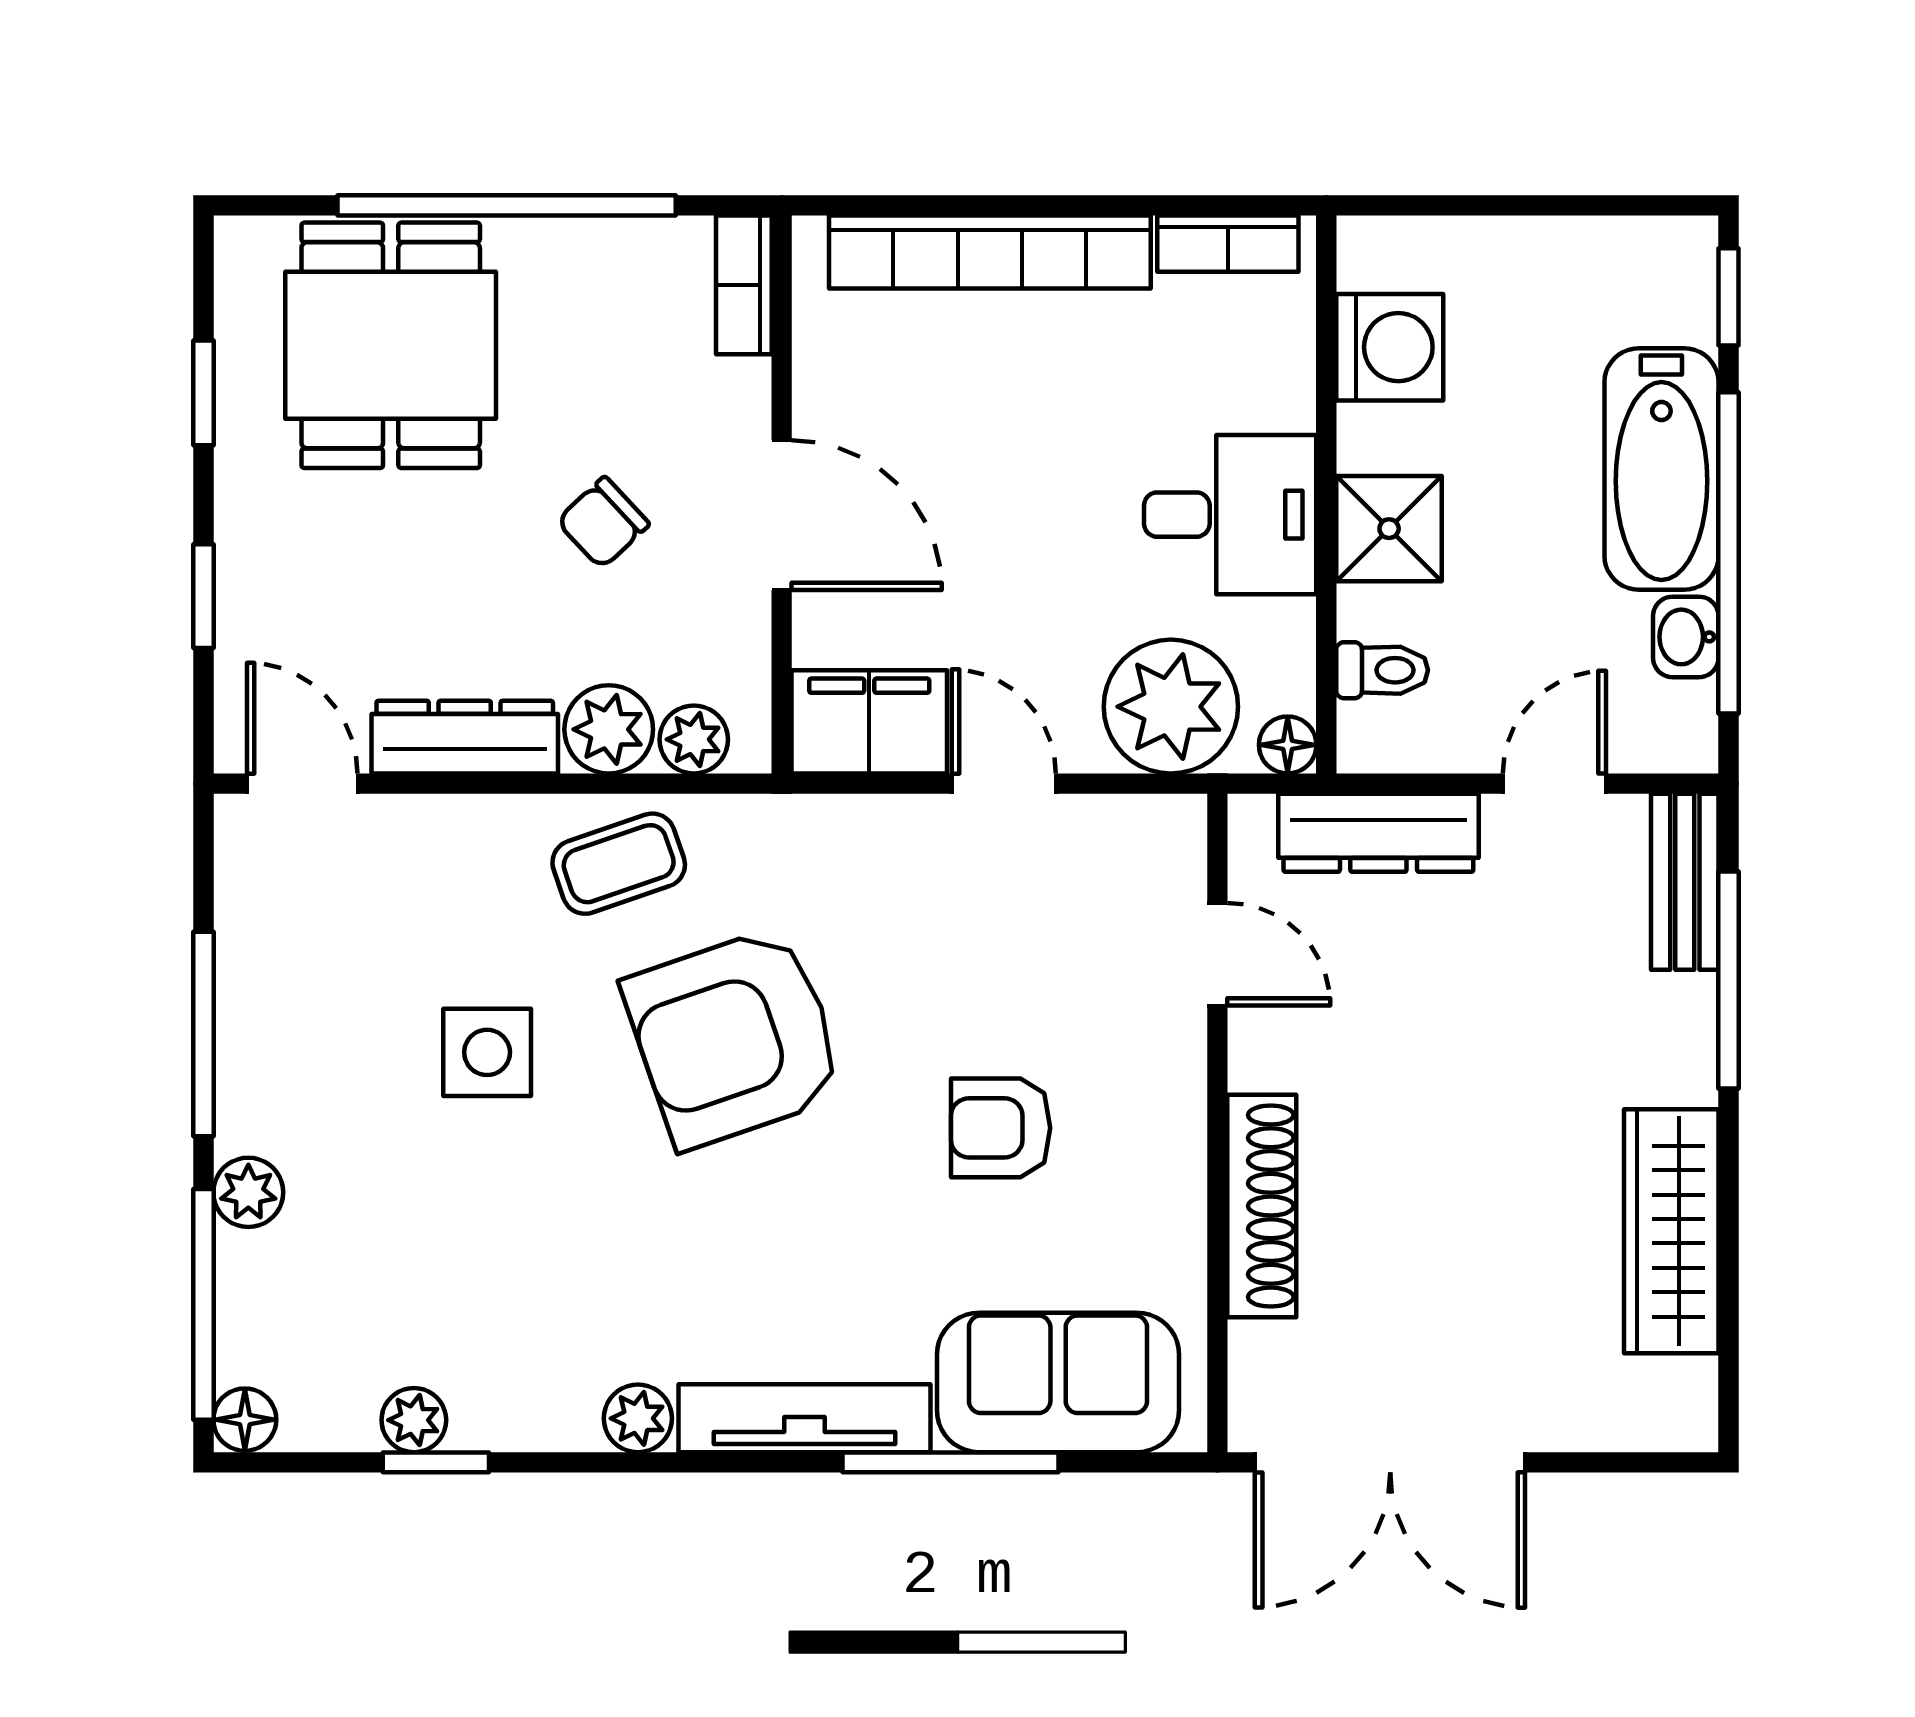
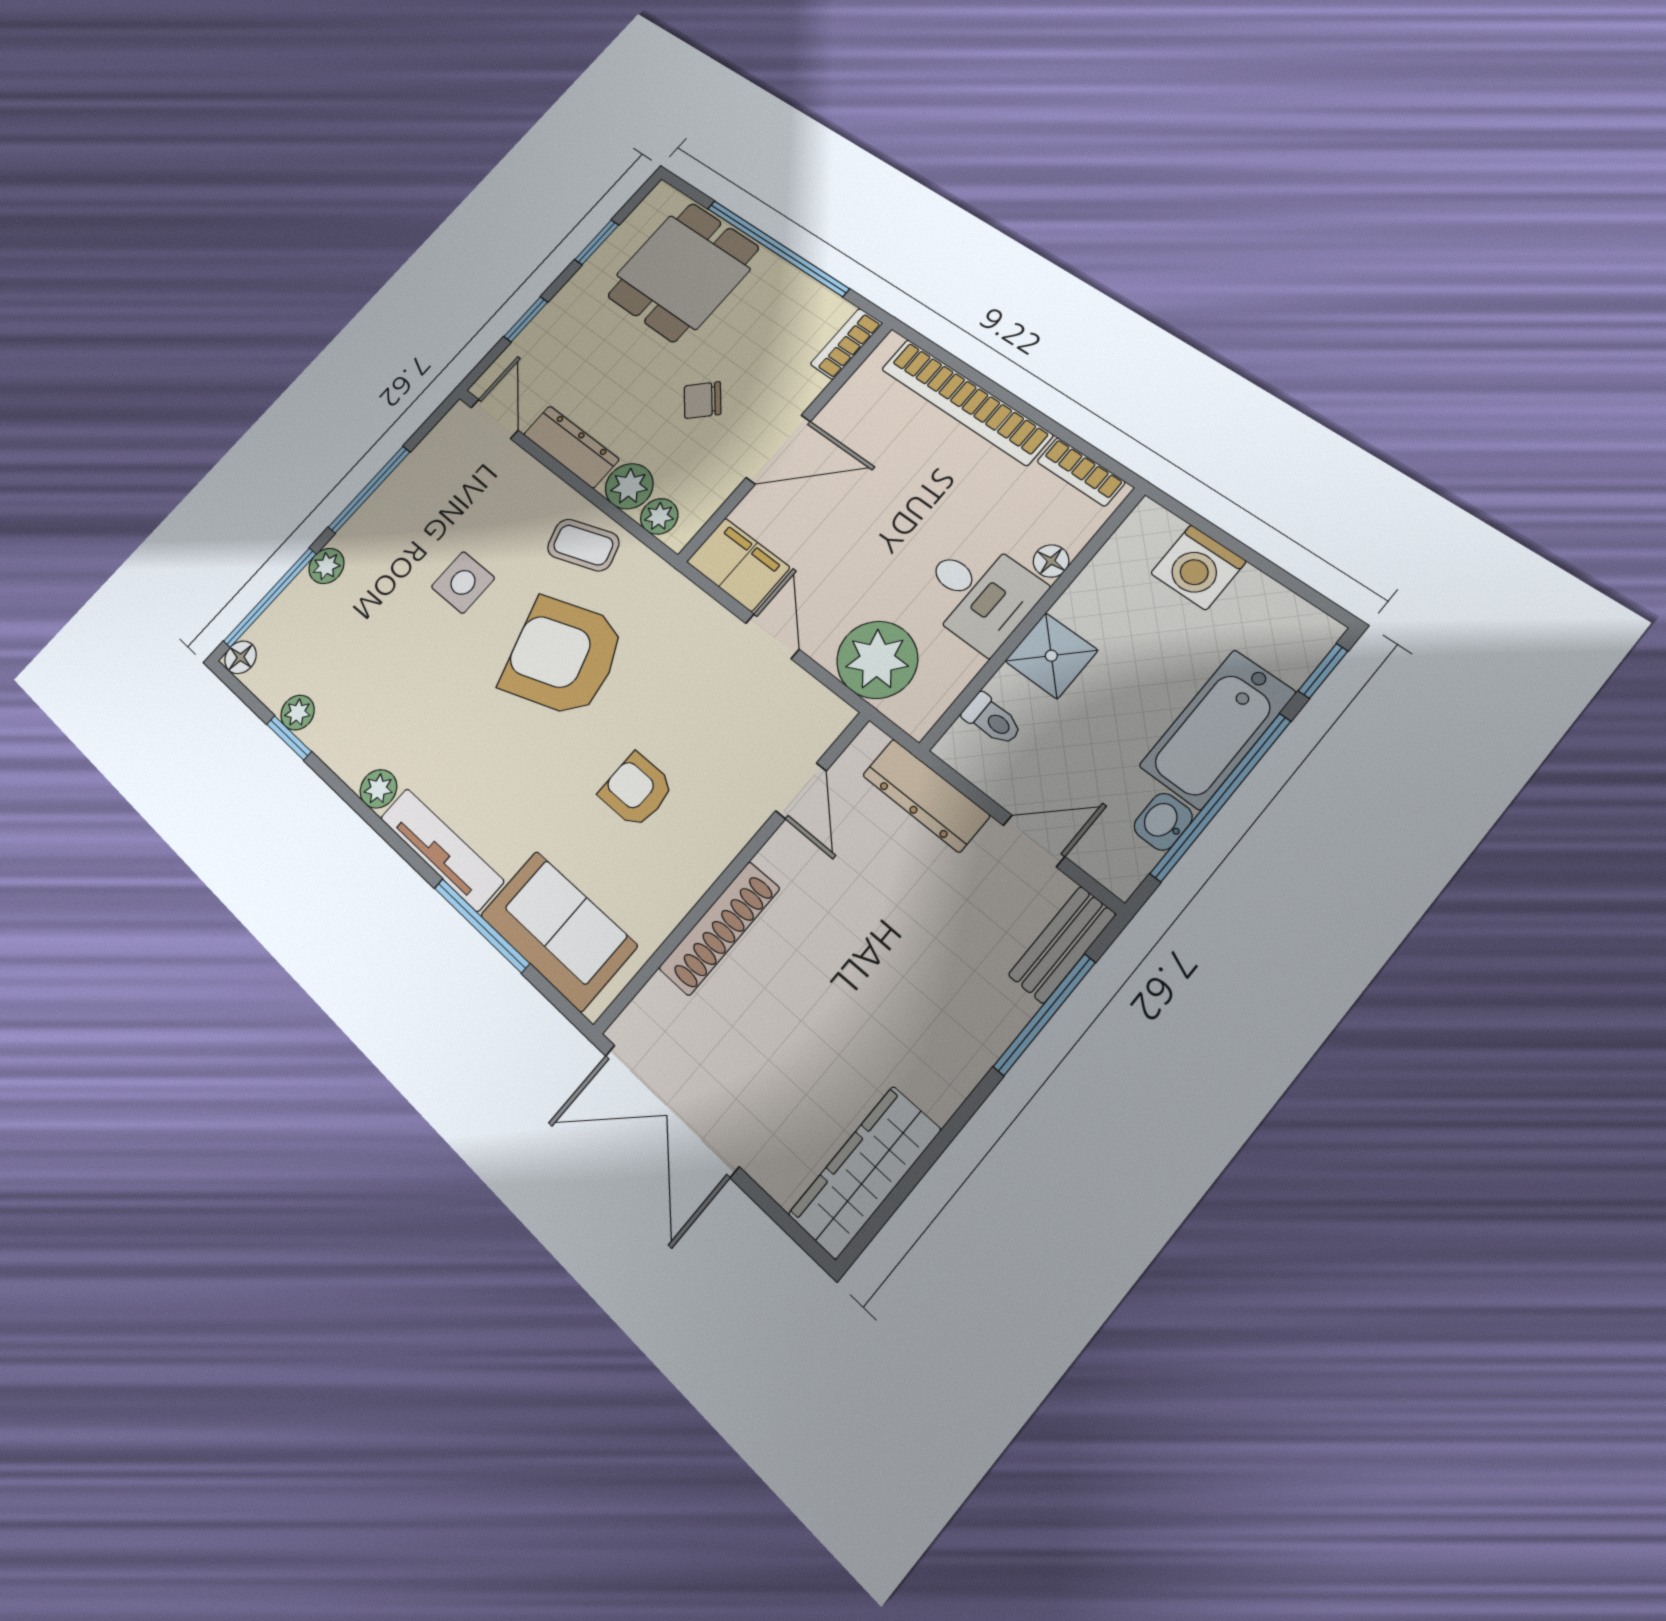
washing machine: (1390, 347) -> (1198, 567), moved, turned 90
door: (782, 515) -> (778, 450), hinge flipped
floor lamp: (1288, 745) -> (1051, 561), moved
wardrobe: (1671, 1231) -> (865, 1172), moved

